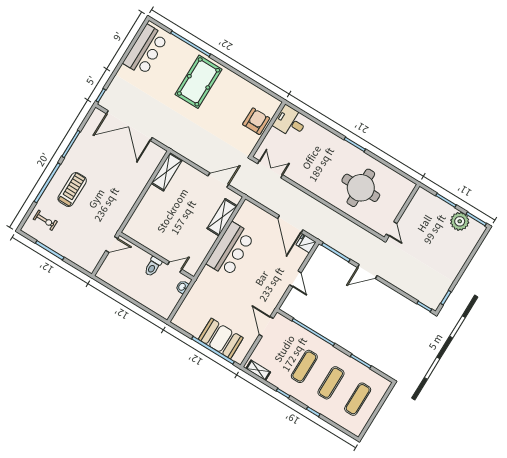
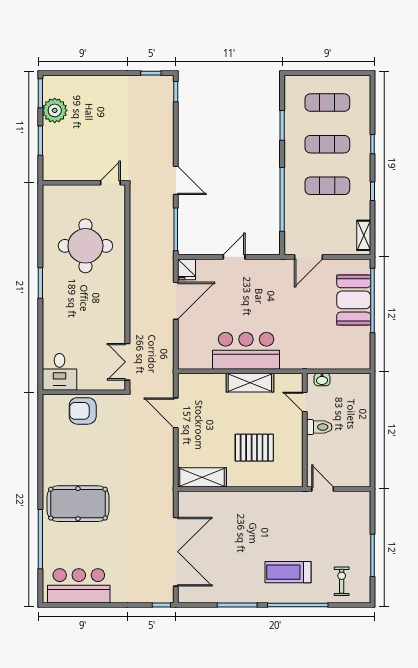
pallet: (165, 217) -> (254, 448), added
shelving: (222, 217) -> (250, 383), moved

